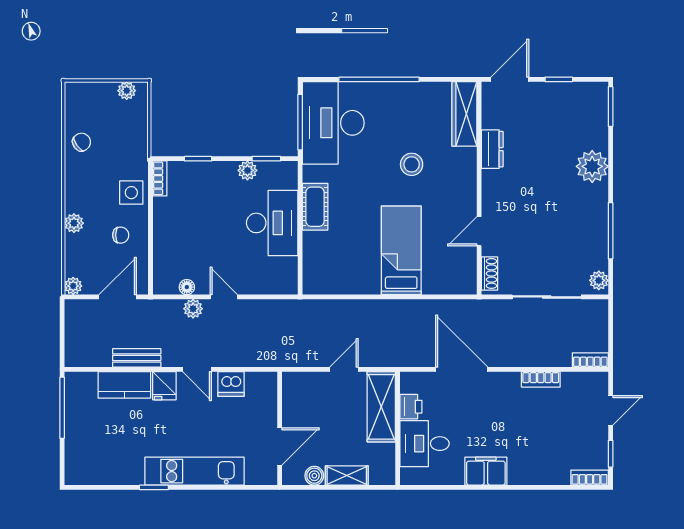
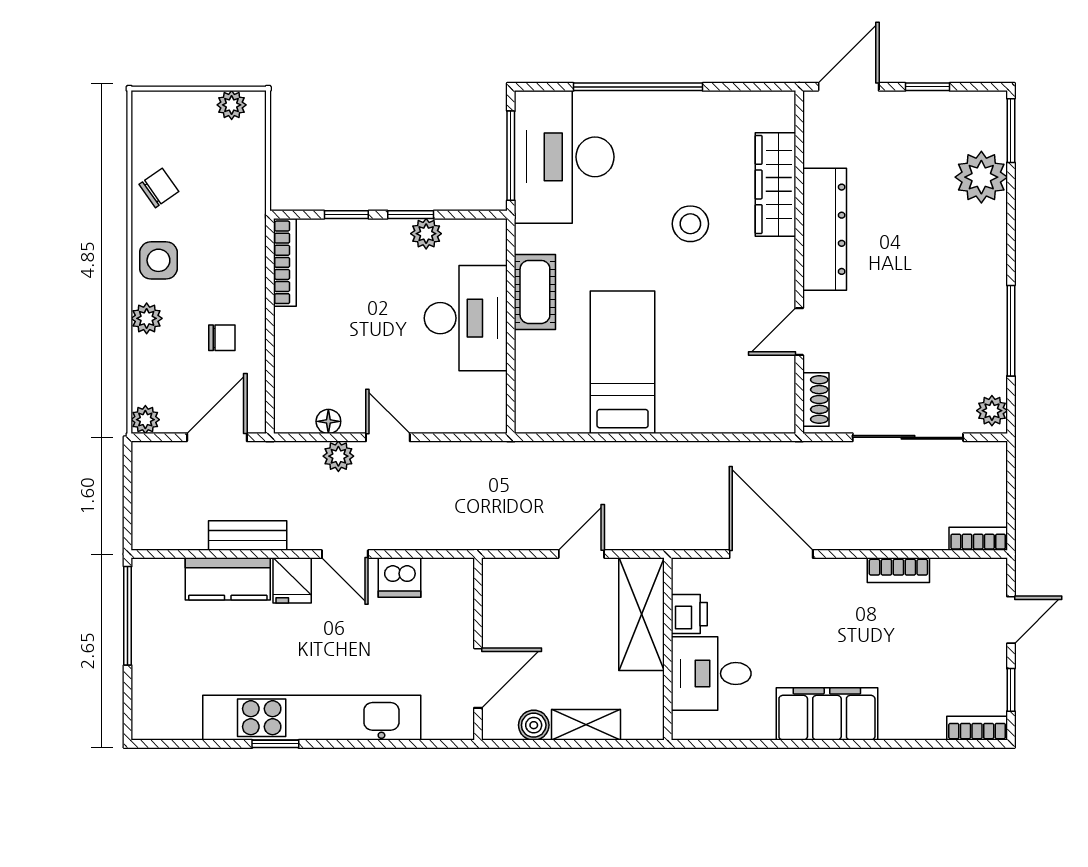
wardrobe: (464, 114) -> (775, 184), moved
dresser: (492, 149) -> (825, 229), width x1.96, depth x1.24
window: (266, 159) -> (411, 215), moved
plant: (592, 166) -> (981, 177), moved
bookcase: (160, 178) -> (285, 262), width x1.56
side table: (131, 193) -> (158, 260), moved
bed: (401, 250) -> (623, 362), moved
kitchen unit: (195, 471) -> (312, 718), width x1.36
filing cabinet: (486, 471) -> (827, 714), width x1.50, depth x1.17

